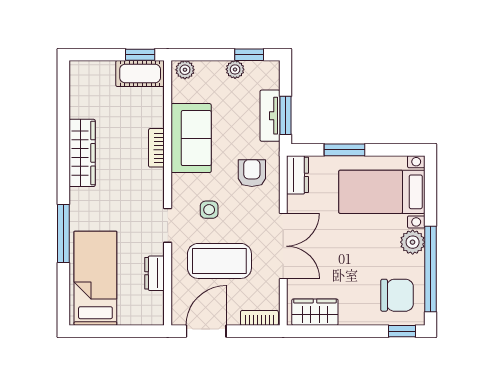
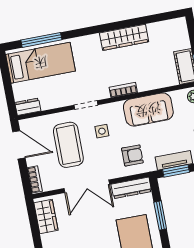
bookcase: (156, 148) -> (123, 90), moved
dresser: (297, 175) -> (131, 188), width x1.44
window: (63, 233) -> (41, 40), moved
dresser: (154, 273) -> (28, 107), moved

